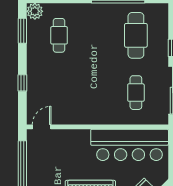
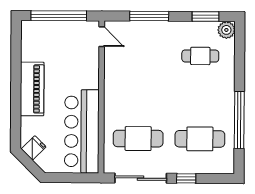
window: (22, 83) -> (149, 16), width x2.17
cafe table: (136, 93) -> (138, 139), width x1.37, depth x1.35

